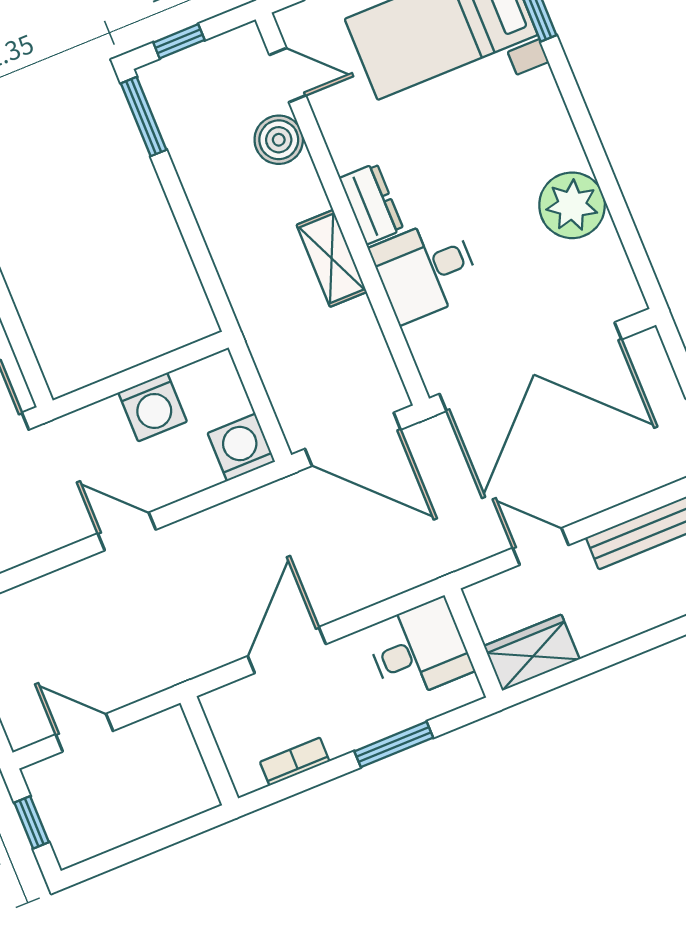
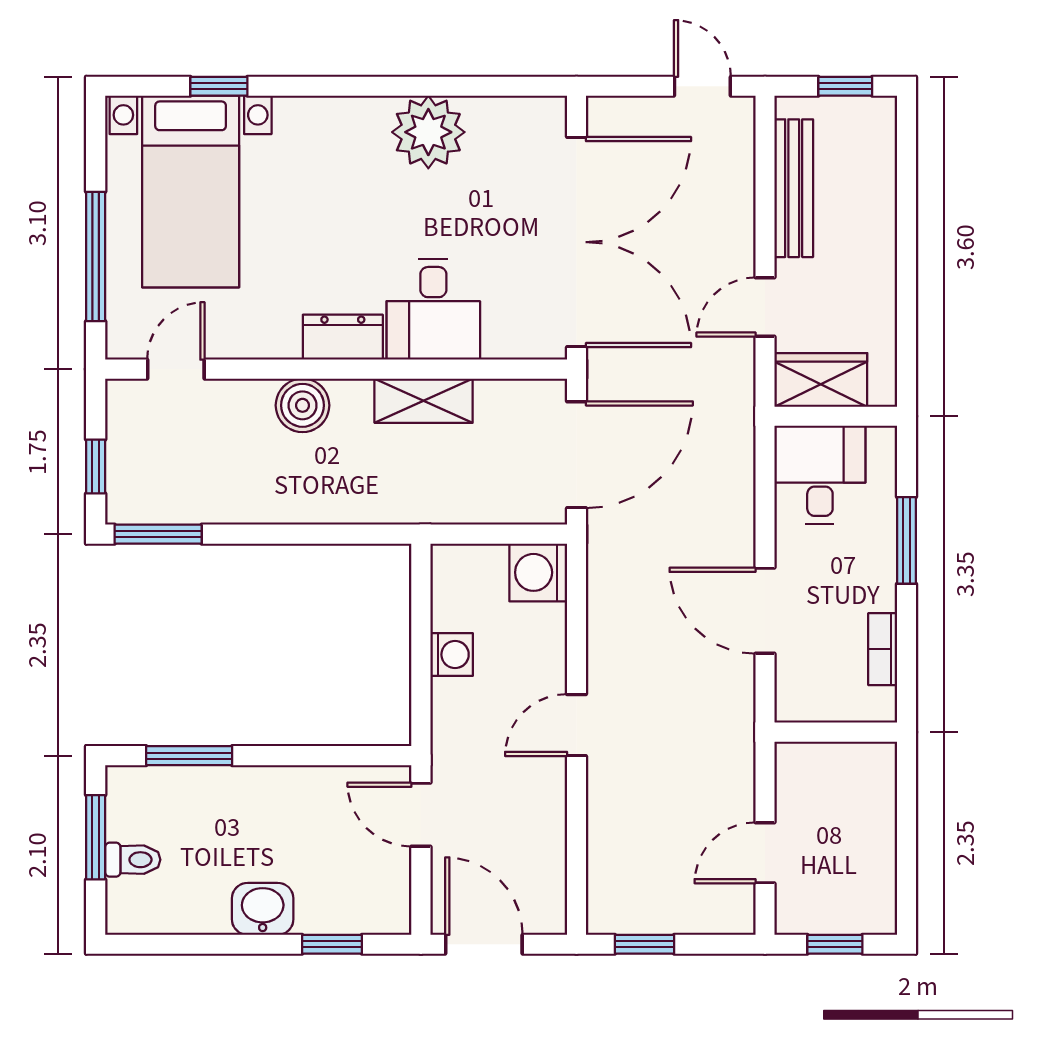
boiler: (279, 140) -> (303, 405), moved
shelving: (332, 258) -> (424, 401), moved
washing machine: (153, 407) -> (452, 655), width x0.73, depth x0.73
wardrobe: (532, 653) -> (821, 380), moved, turned 90

